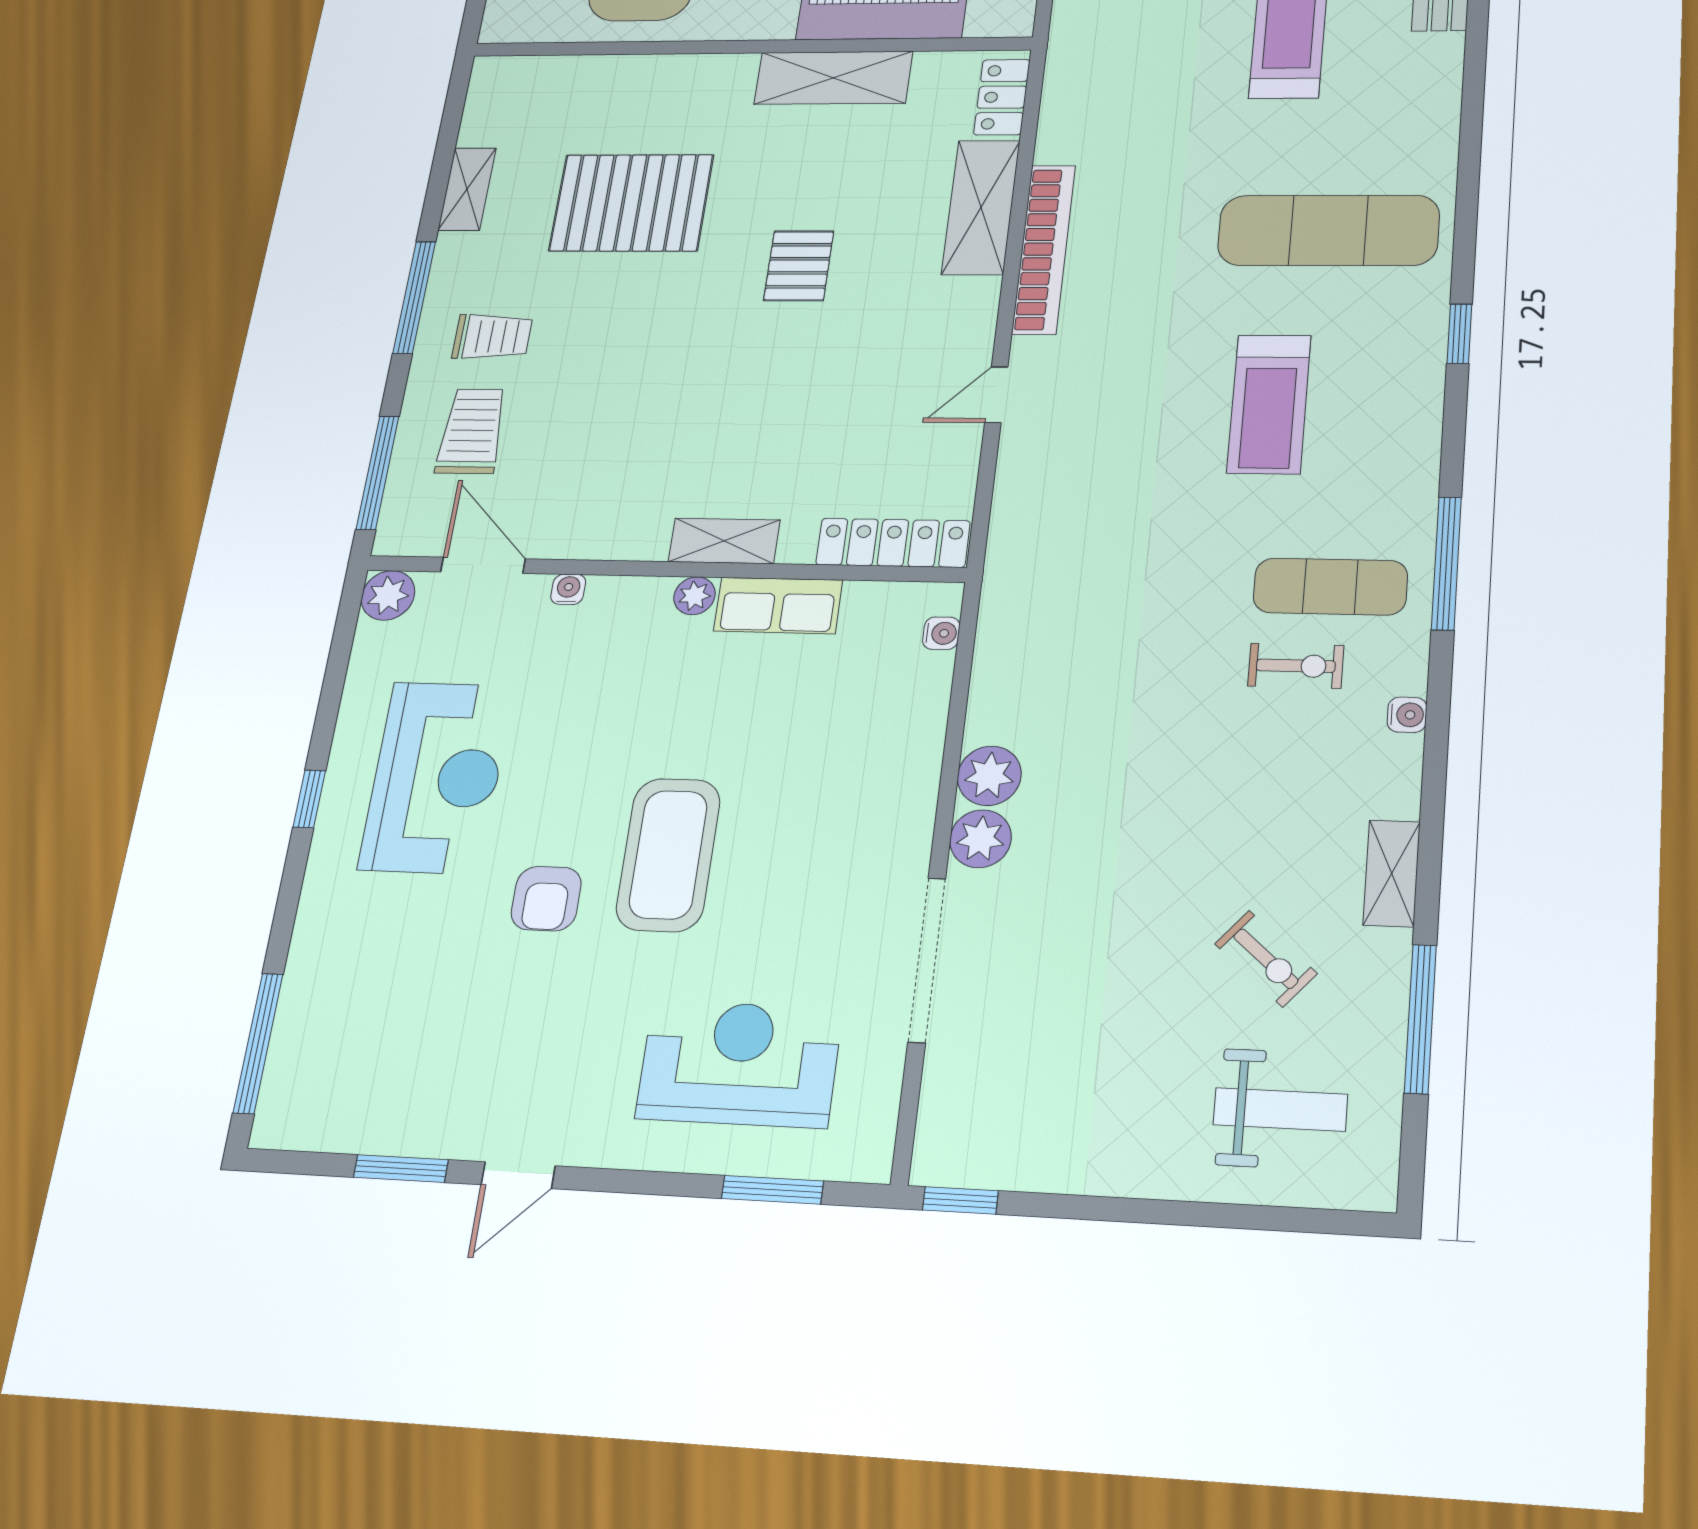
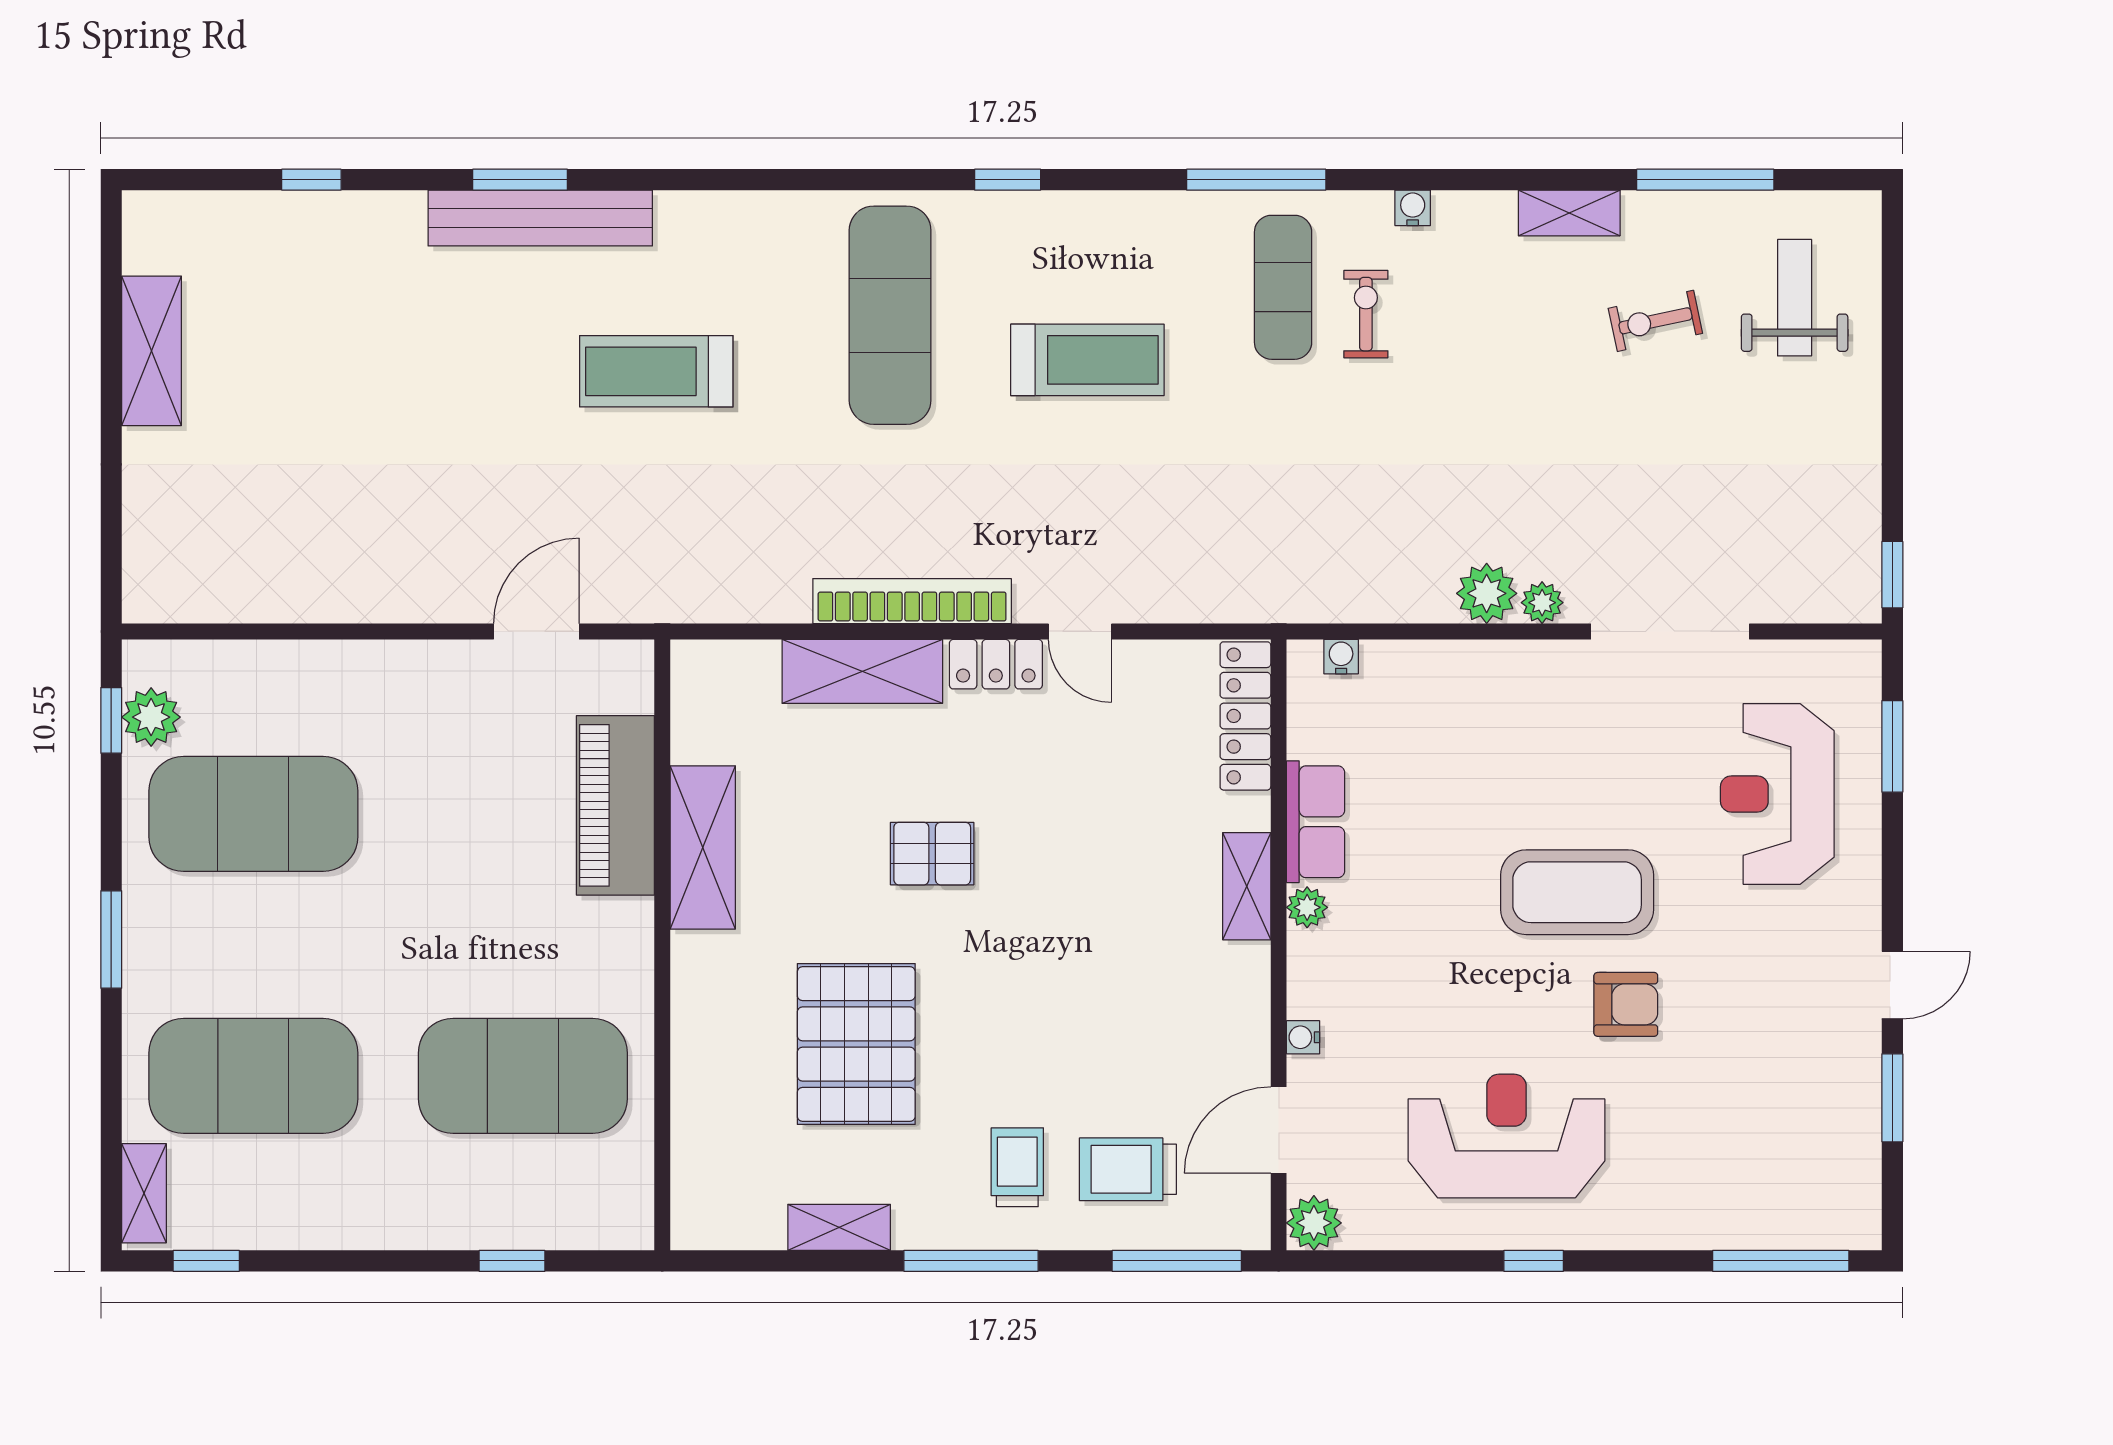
locker: (1002, 97) -> (996, 664), moved
plant: (981, 839) -> (1542, 603), width x0.73, depth x0.73
exercise bike: (1266, 959) -> (1655, 321), turned -143
door: (518, 1175) -> (1892, 985), hinge flipped

